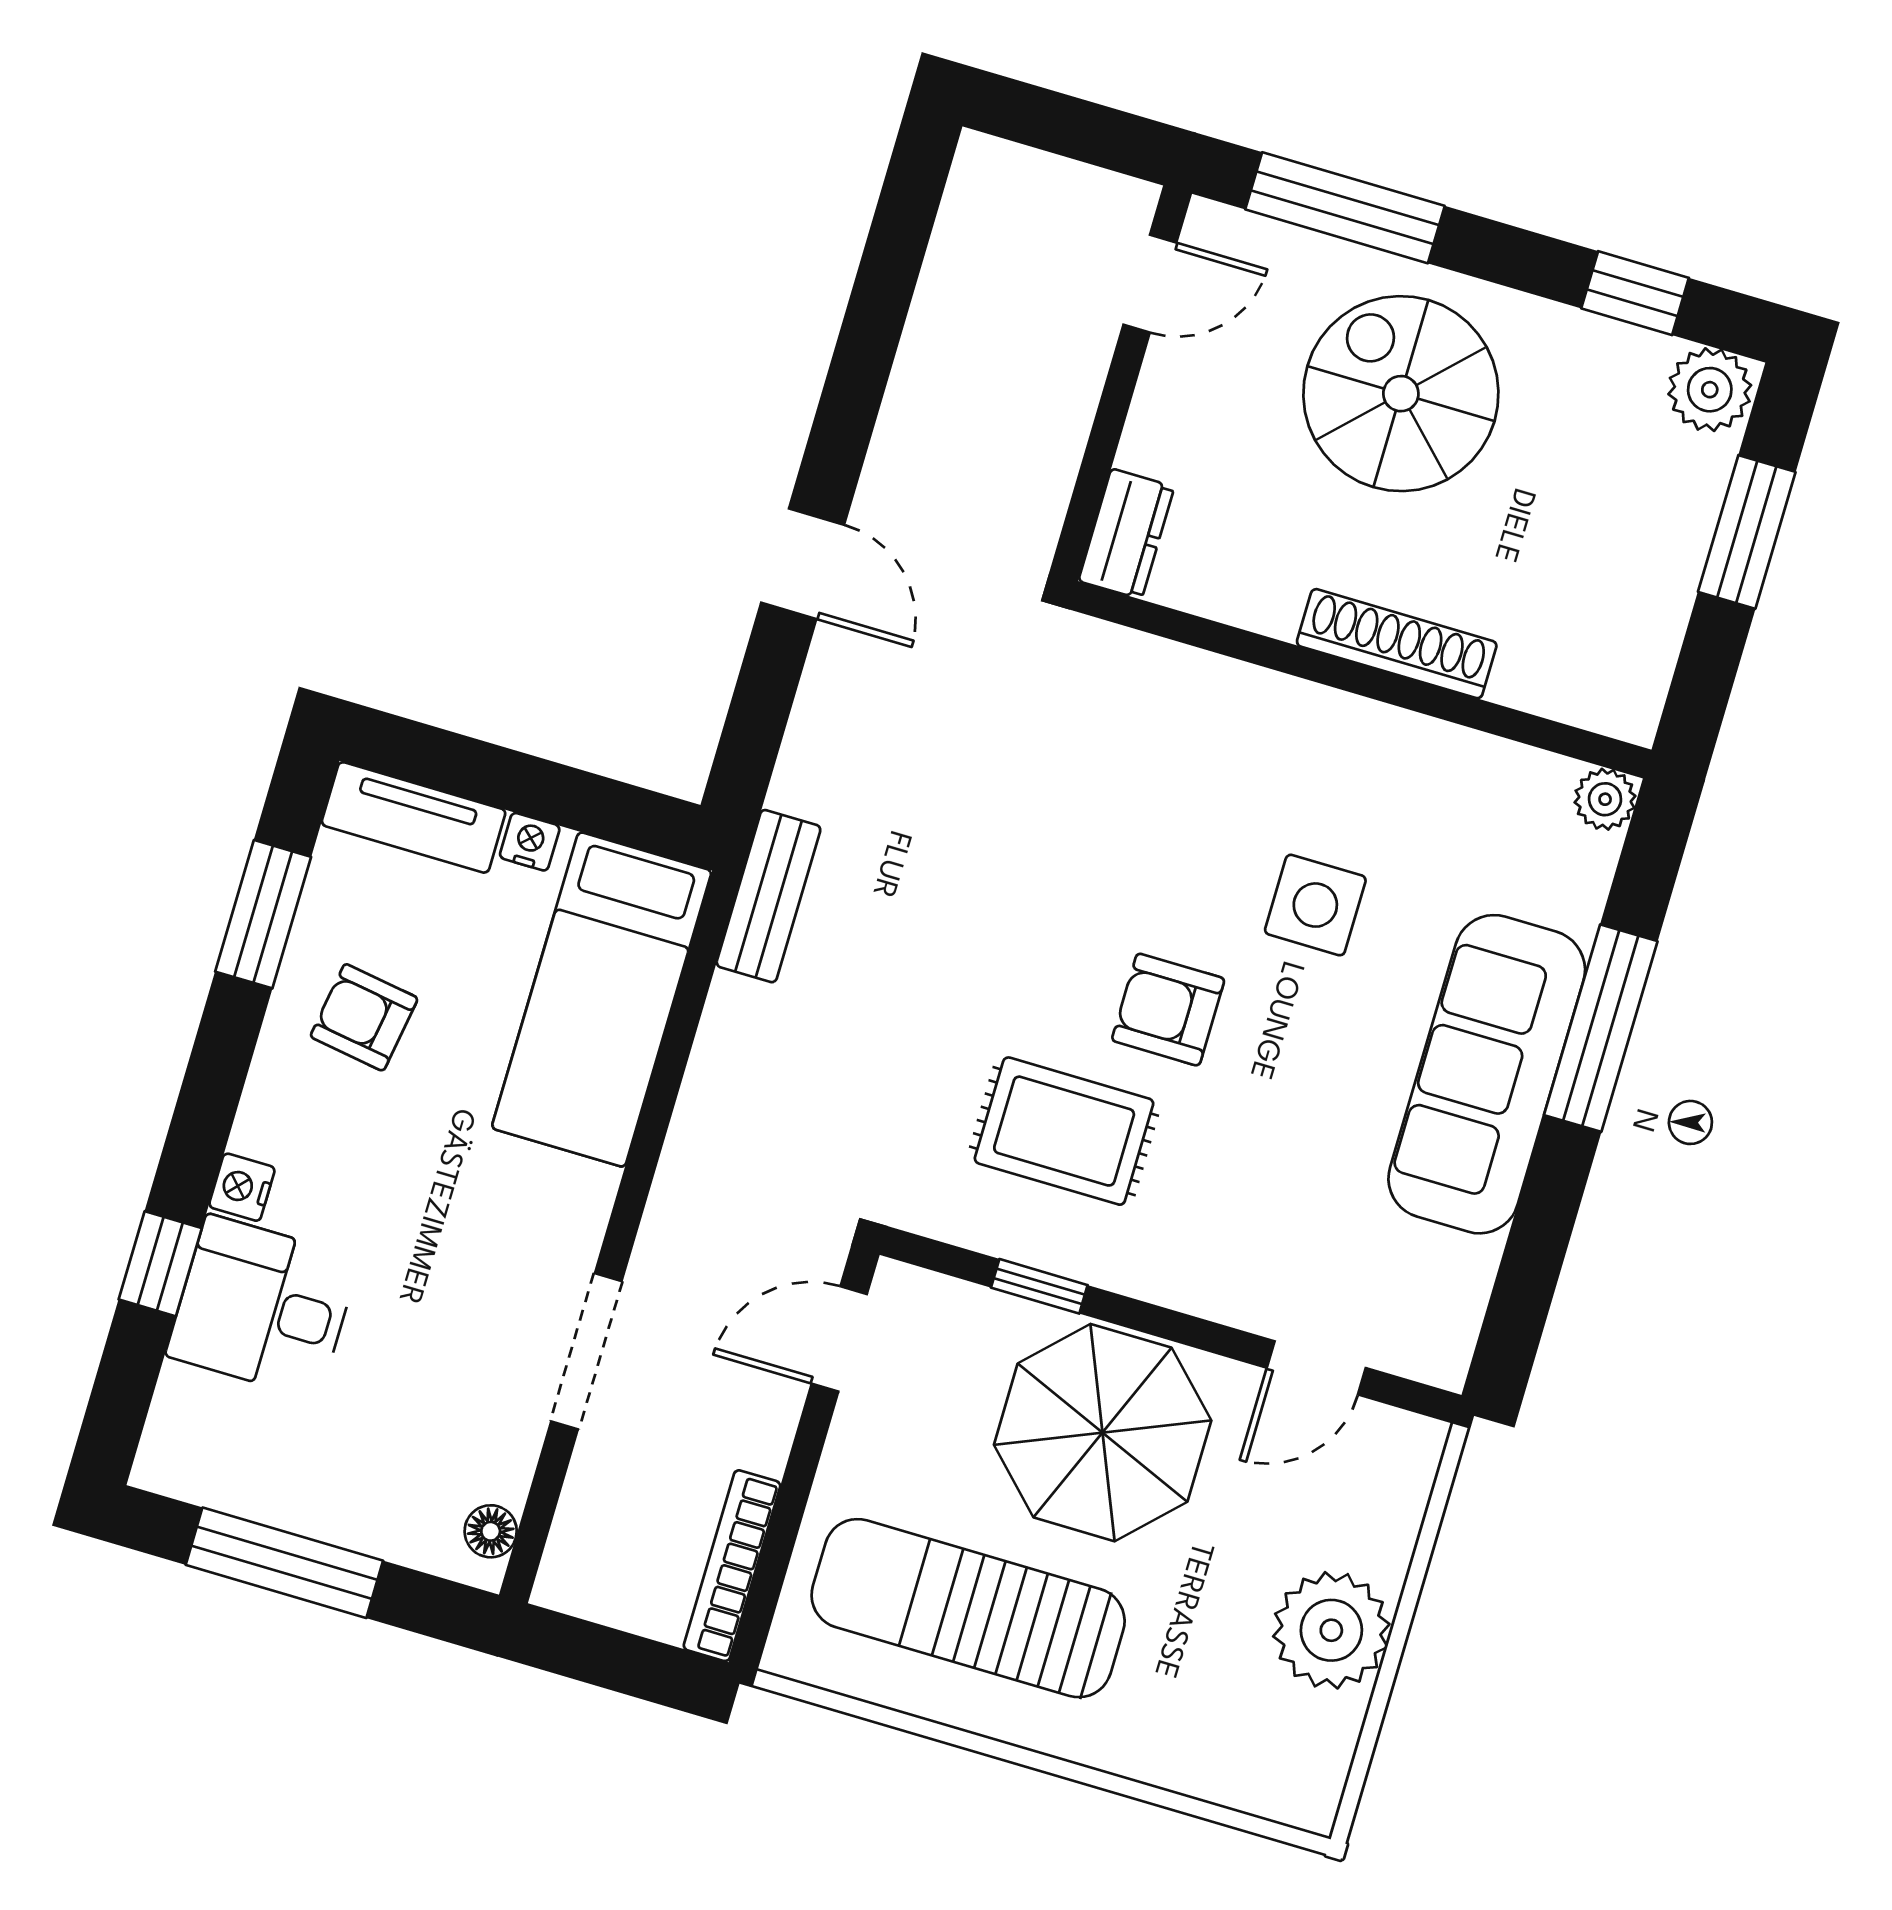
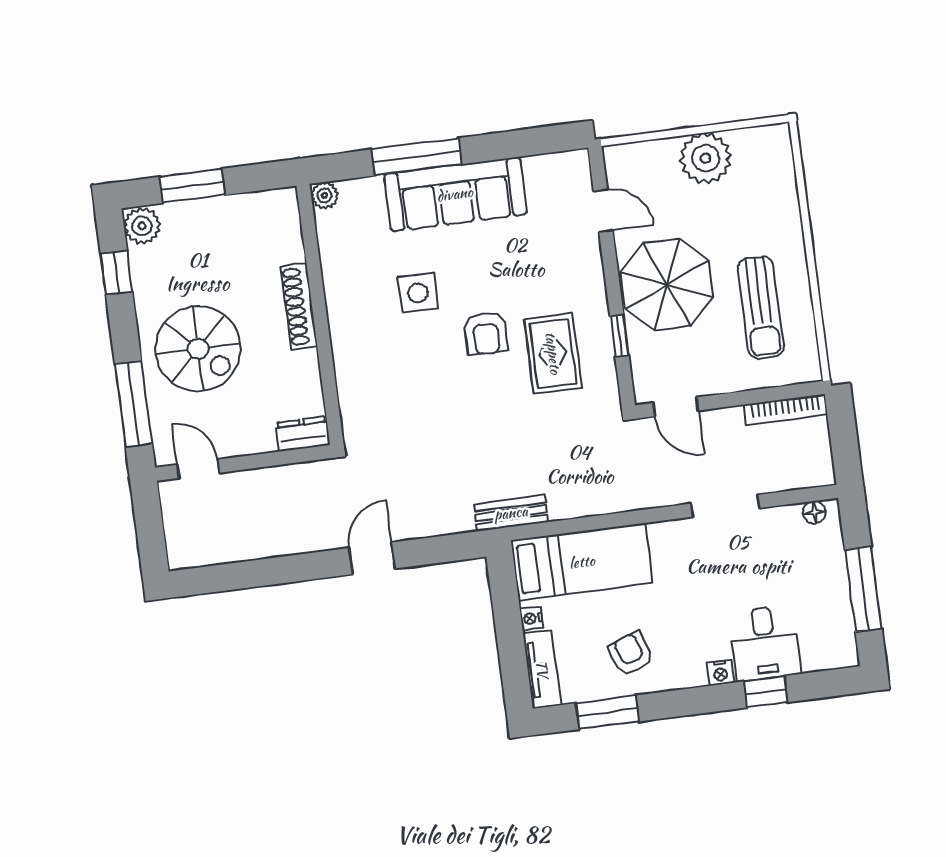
spiral stairs: (1401, 394) -> (198, 349), turned -90
armchair: (364, 1017) -> (631, 654), turned 152
sun lounger: (968, 1608) -> (761, 308), width x0.73, depth x0.75

